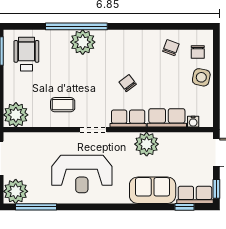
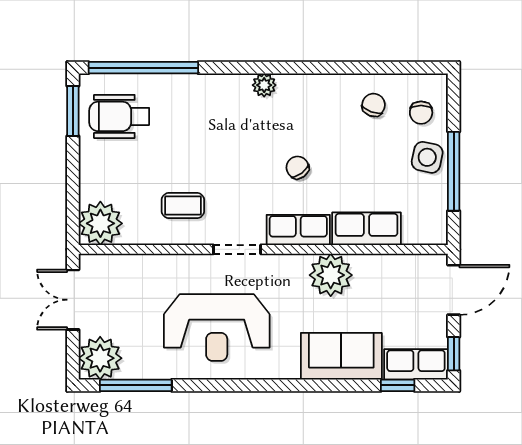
window: (76, 26) -> (143, 68), moved
plant: (83, 42) -> (264, 85), moved, width x0.53, depth x0.53
wheelchair: (26, 54) -> (119, 116), turned -90
window: (216, 85) -> (454, 171), added
water cooler: (193, 122) -> (413, 235), removed

